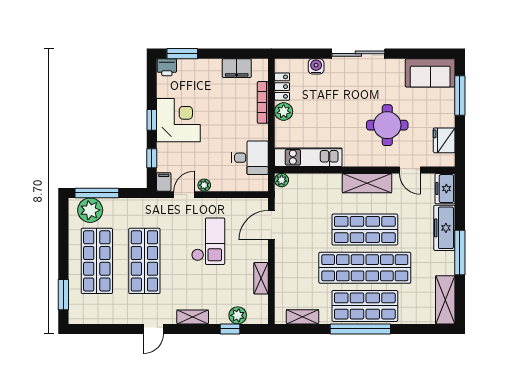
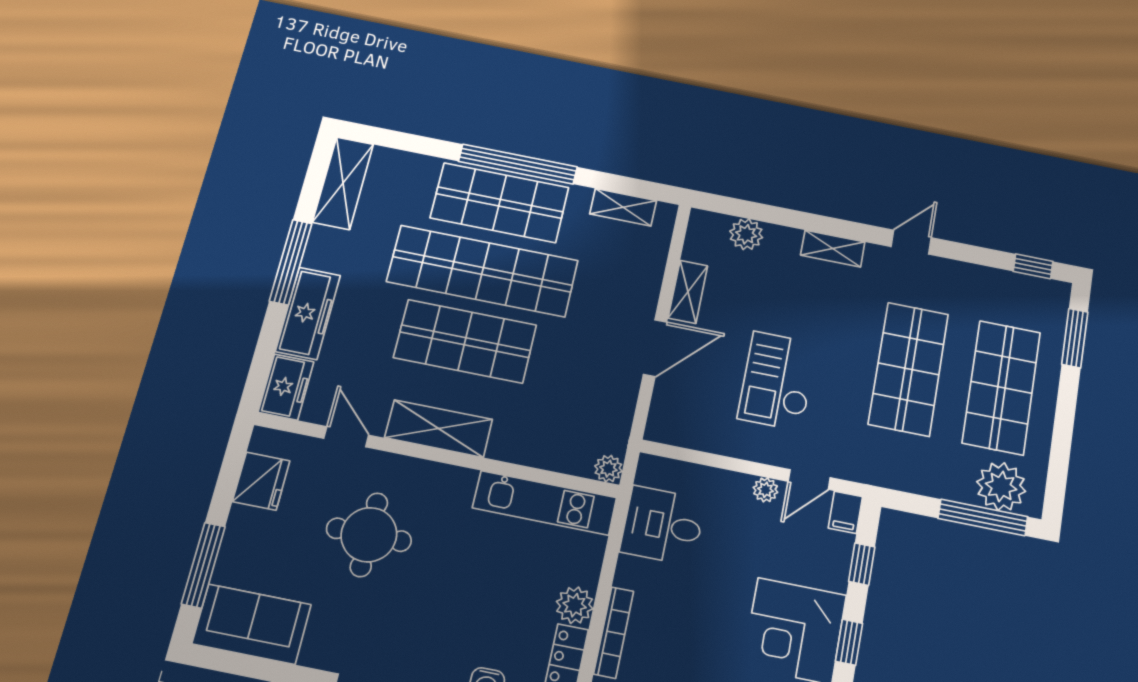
door: (271, 225) -> (655, 348), moved
window: (230, 329) -> (1033, 266), moved

